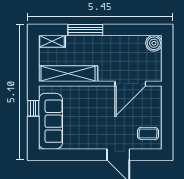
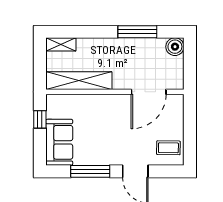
window: (85, 30) -> (137, 32), moved
sofa: (50, 121) -> (59, 142), width x0.73
window: (78, 155) -> (90, 171), added

